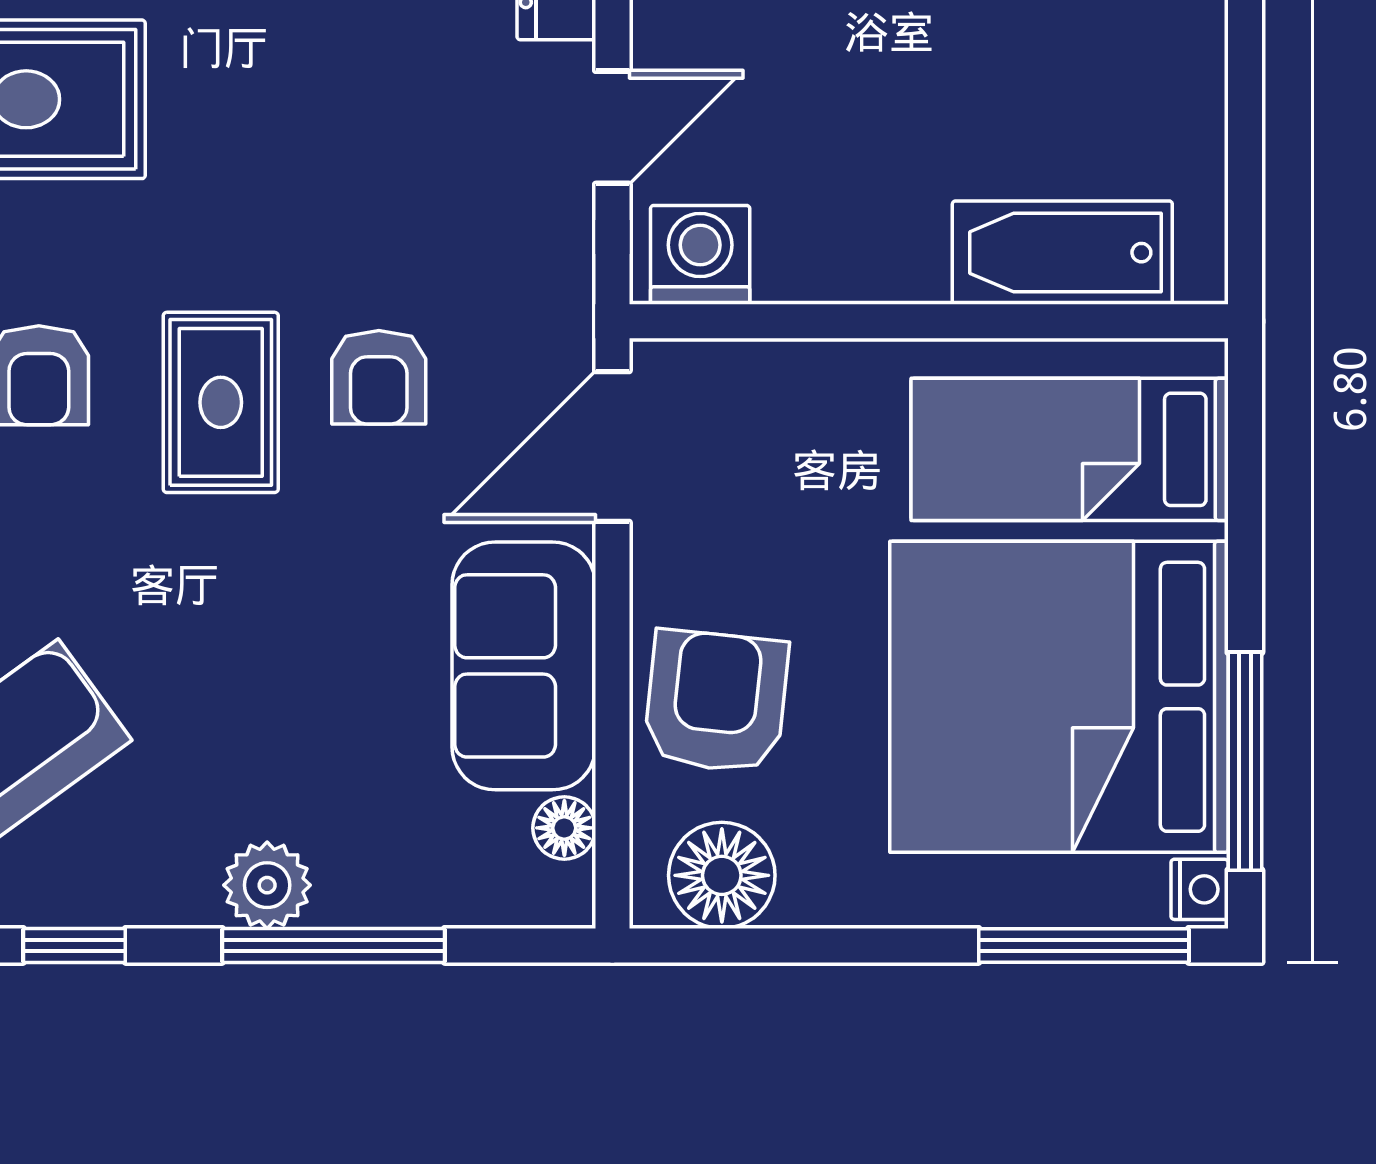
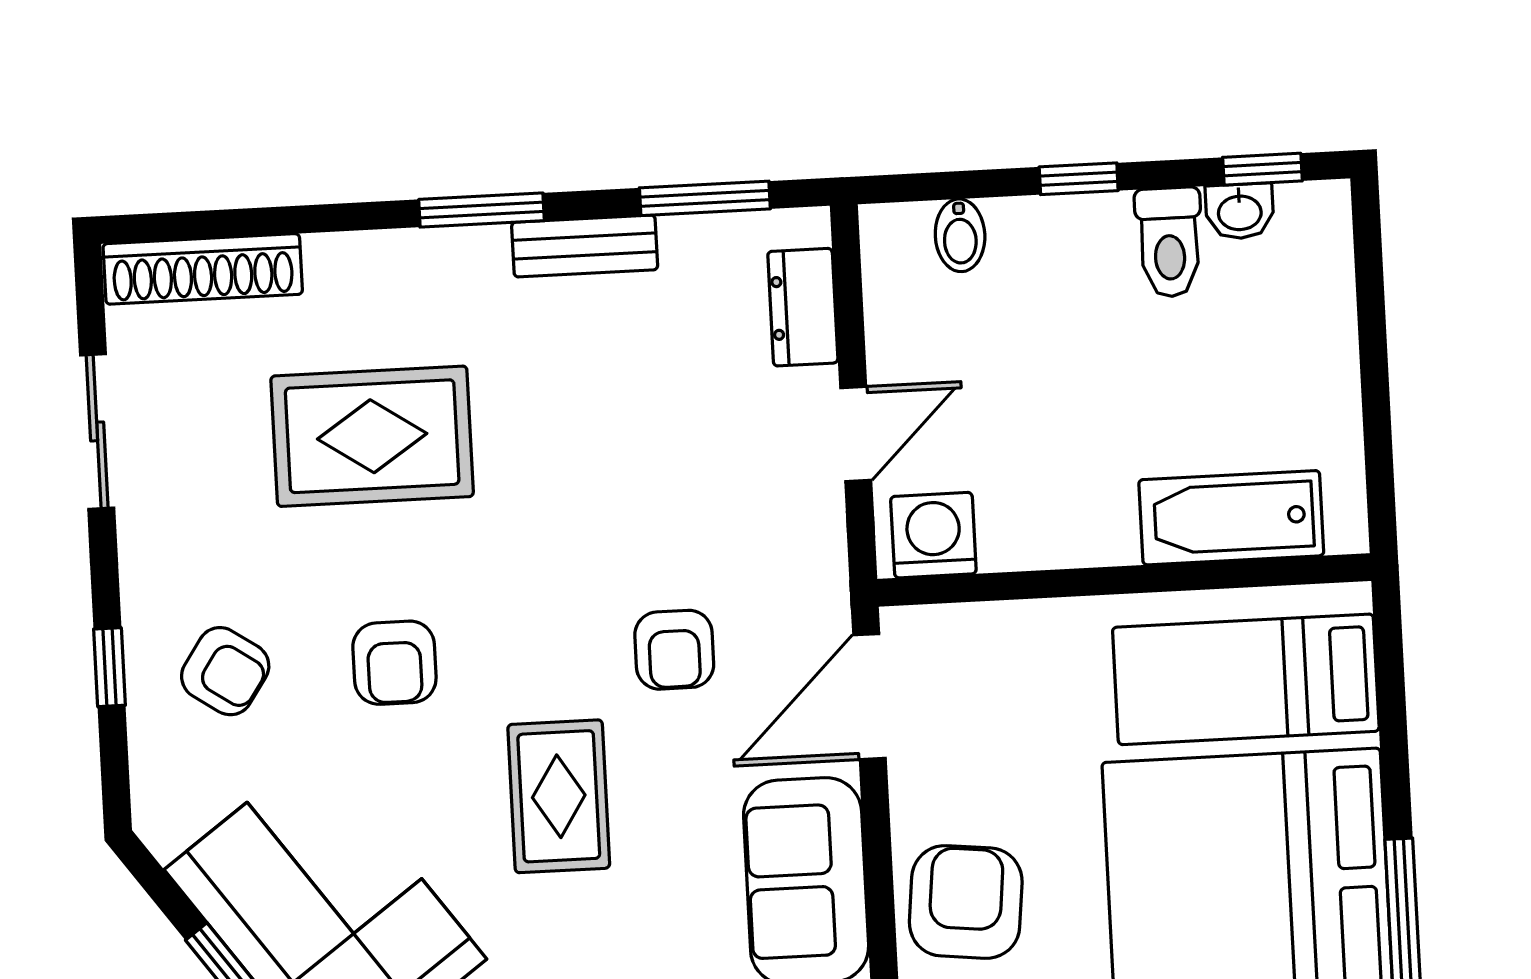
rug: (221, 402) -> (559, 796), moved

